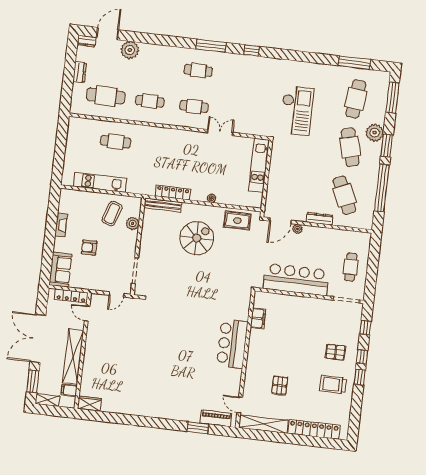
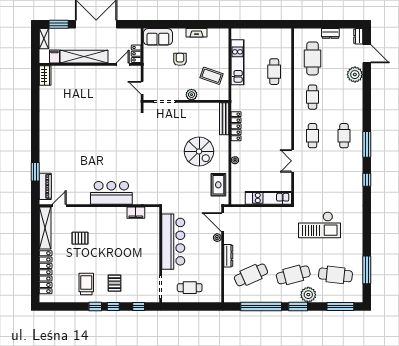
double door: (220, 132) -> (293, 161), swing flipped
plant: (133, 223) -> (191, 95), moved
locker: (71, 296) -> (136, 54), width x0.66

